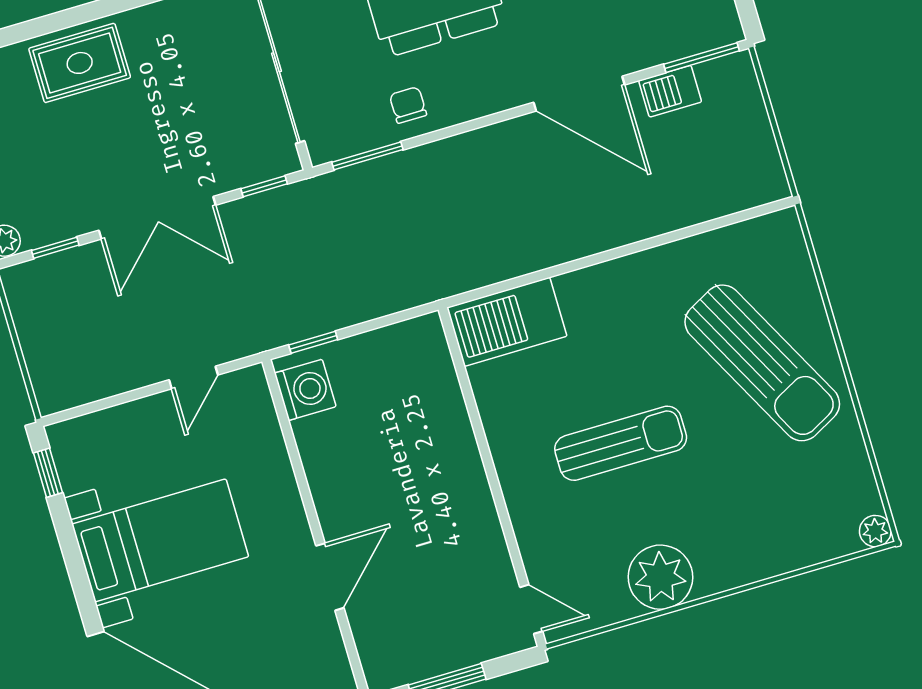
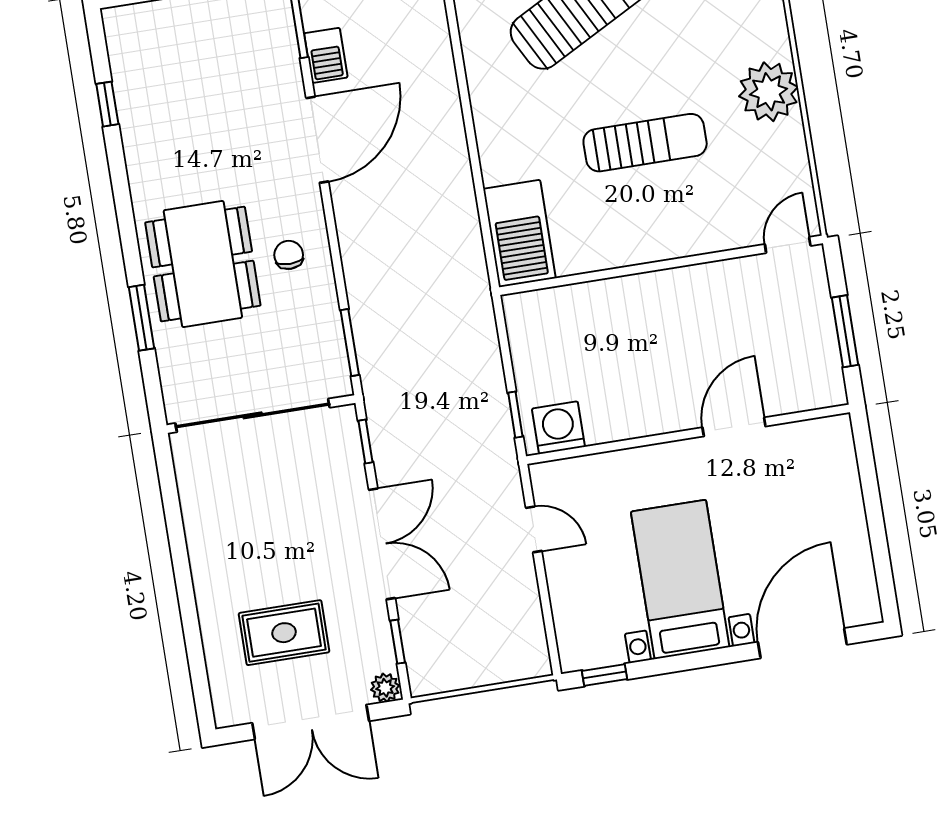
rug: (80, 63) -> (284, 633), moved, turned 90
chair: (408, 105) -> (289, 255), moved, turned 90
sun lounger: (621, 443) -> (645, 143), turned 90
door: (330, 577) -> (734, 427), hinge flipped
plant: (660, 577) -> (769, 92), moved

